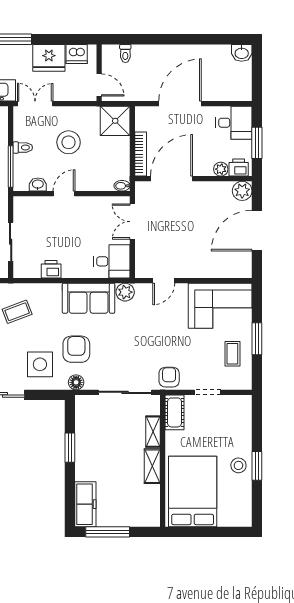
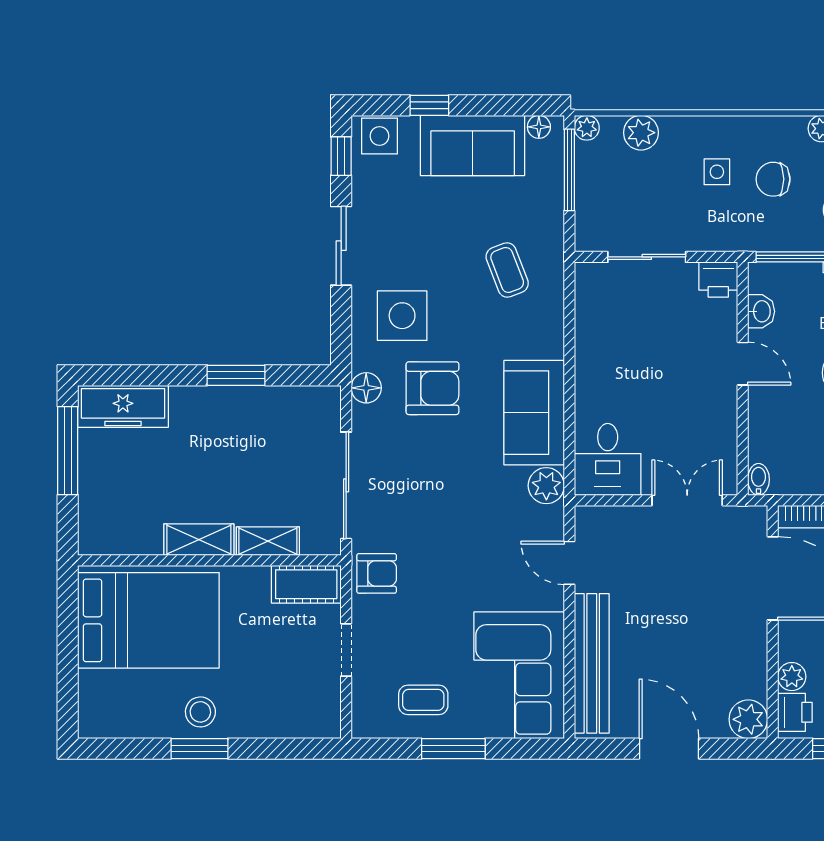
door: (257, 231) -> (669, 749), width x0.73
printer: (51, 269) -> (718, 280), moved, turned 90
bench: (214, 269) -> (592, 663), added

